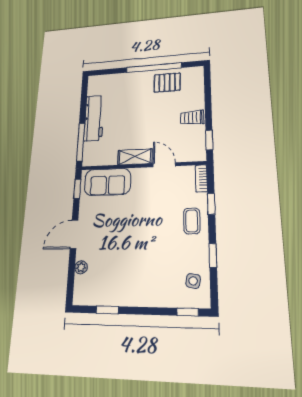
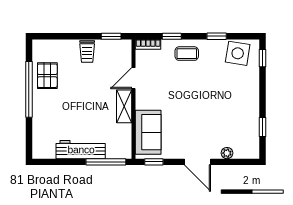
side table: (193, 281) -> (238, 53), width x1.87, depth x1.87

